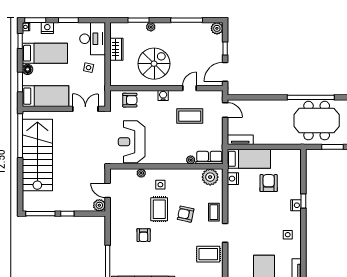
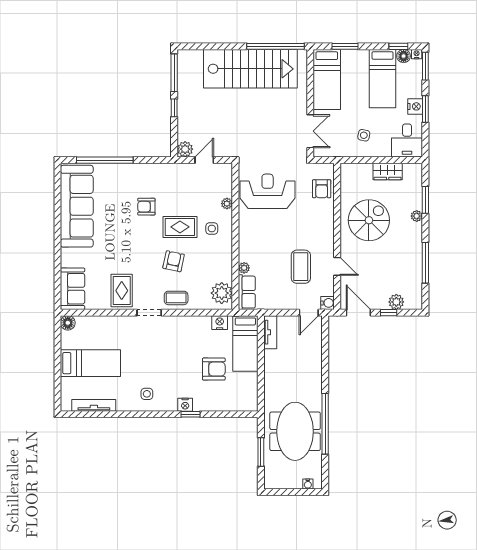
nightstand: (47, 28) -> (415, 106), moved
plant: (217, 28) -> (396, 302), moved
desk: (93, 39) -> (407, 140), width x0.73
spiral stairs: (154, 64) -> (369, 220), turned -90
floor lamp: (28, 69) -> (404, 56), moved
water cooler: (163, 96) -> (328, 303), moved

